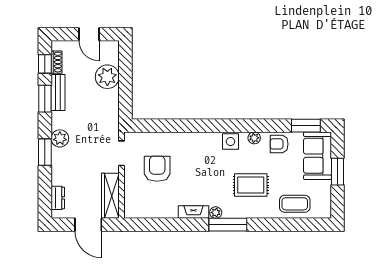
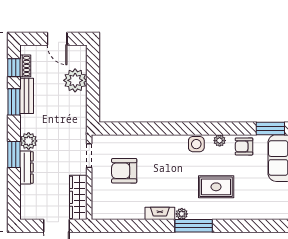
armchair: (157, 169) -> (124, 171), turned -90
dresser: (58, 198) -> (26, 167), moved, width x1.44
coffee table: (295, 204) -> (259, 205), removed

